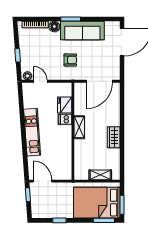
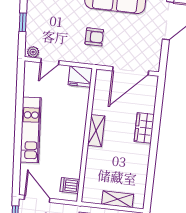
door: (40, 81) -> (50, 62), swing flipped
fridge: (65, 105) -> (80, 77), moved, turned -90
dishwasher: (65, 119) -> (70, 186), moved
wardrobe: (114, 137) -> (144, 128), moved

